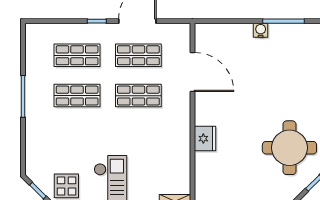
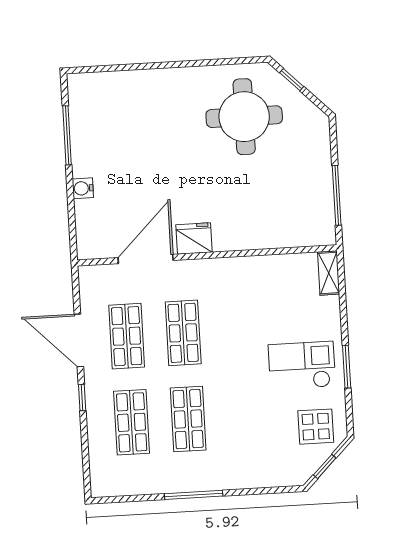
water cooler: (261, 30) -> (83, 188), moved
fridge: (205, 139) -> (194, 238), moved

